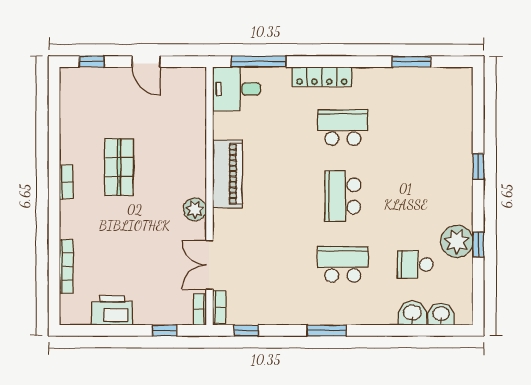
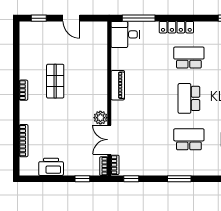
piano: (227, 174) -> (118, 85), width x0.73, depth x0.75
plant: (195, 209) -> (100, 118), moved

